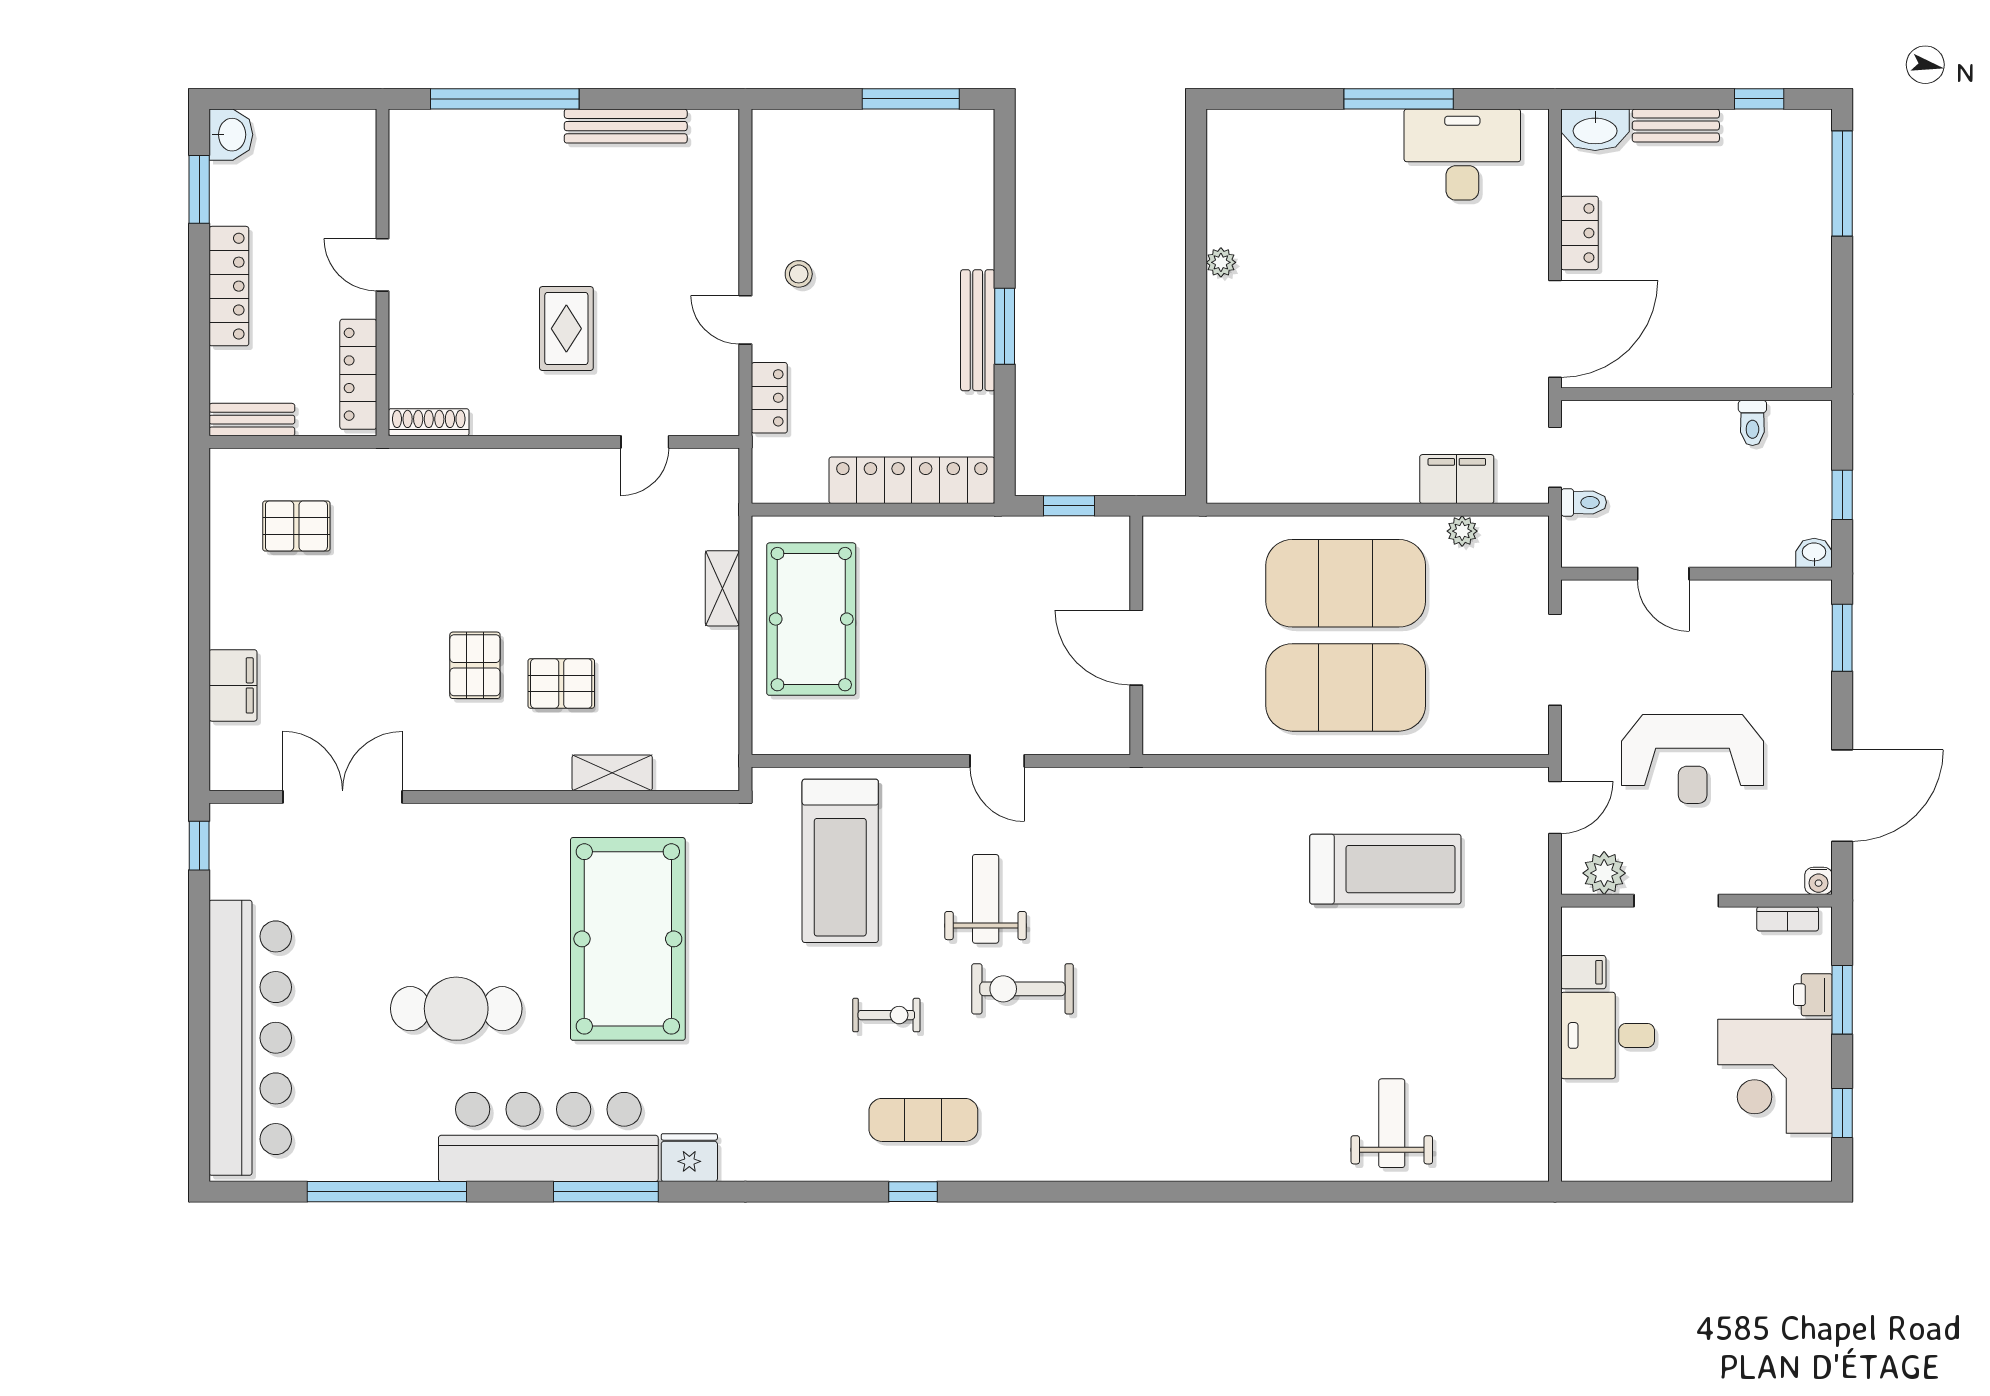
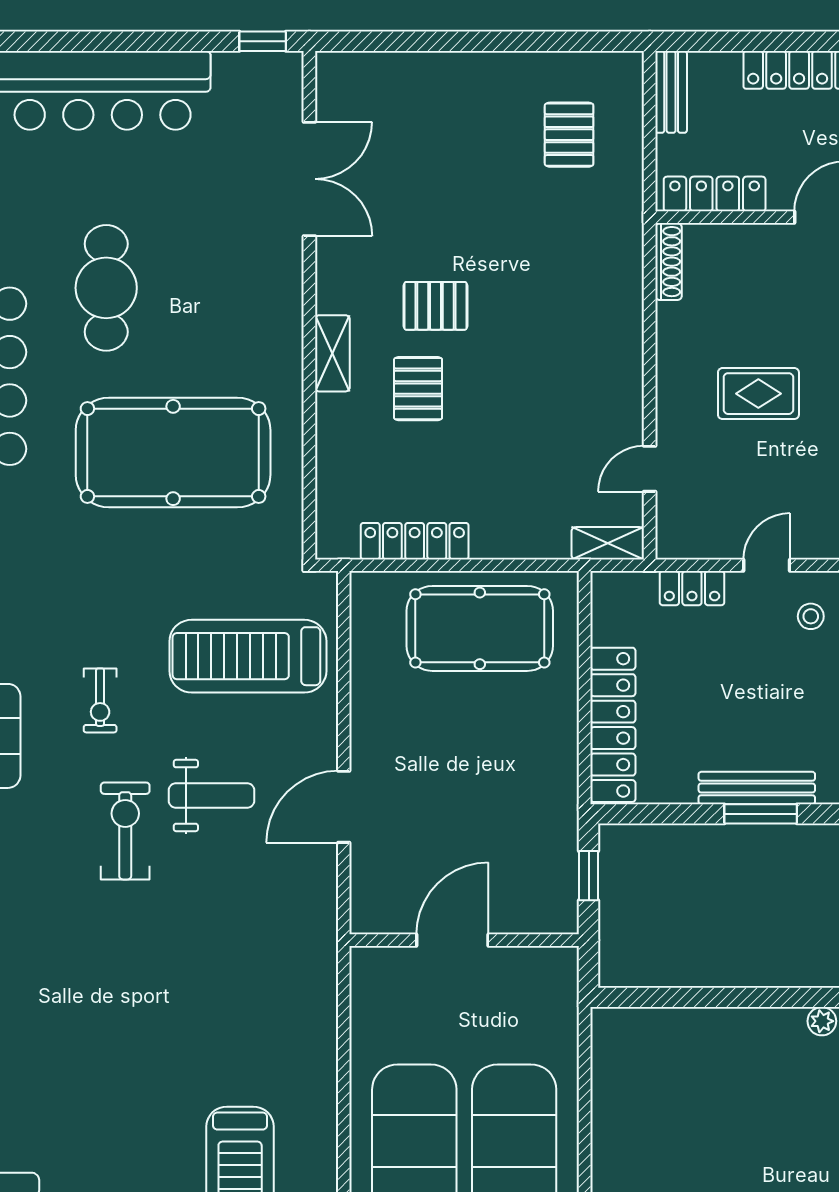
door: (645, 442) -> (650, 469), hinge flipped
shelving: (722, 588) -> (608, 543), moved
filing cabinet: (233, 685) -> (416, 74), removed
locker: (720, 687) -> (415, 541), added
door: (997, 761) -> (344, 807), width x1.38
shelving: (612, 773) -> (332, 353), moved

